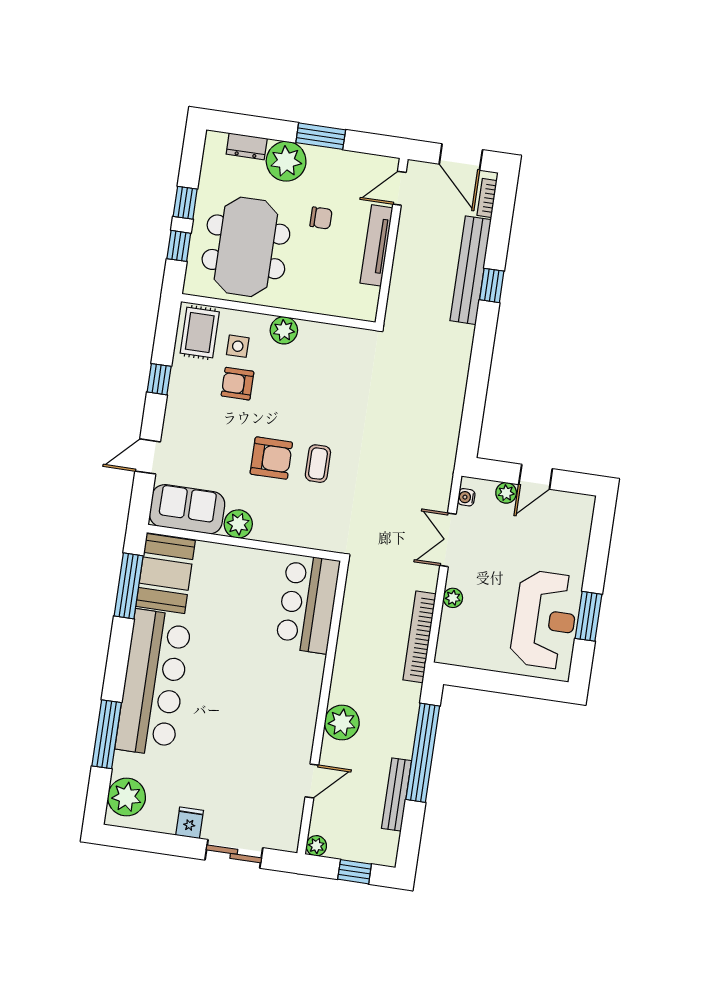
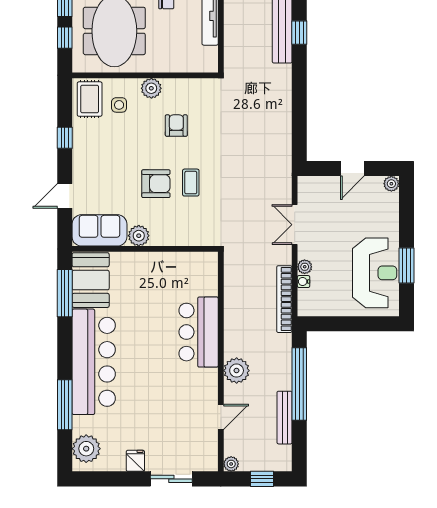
armchair: (238, 384) -> (176, 126), moved, turned 90
plant: (506, 493) -> (391, 184), moved
water cooler: (466, 497) -> (304, 282), moved
bar counter: (308, 604) -> (199, 332), moved

